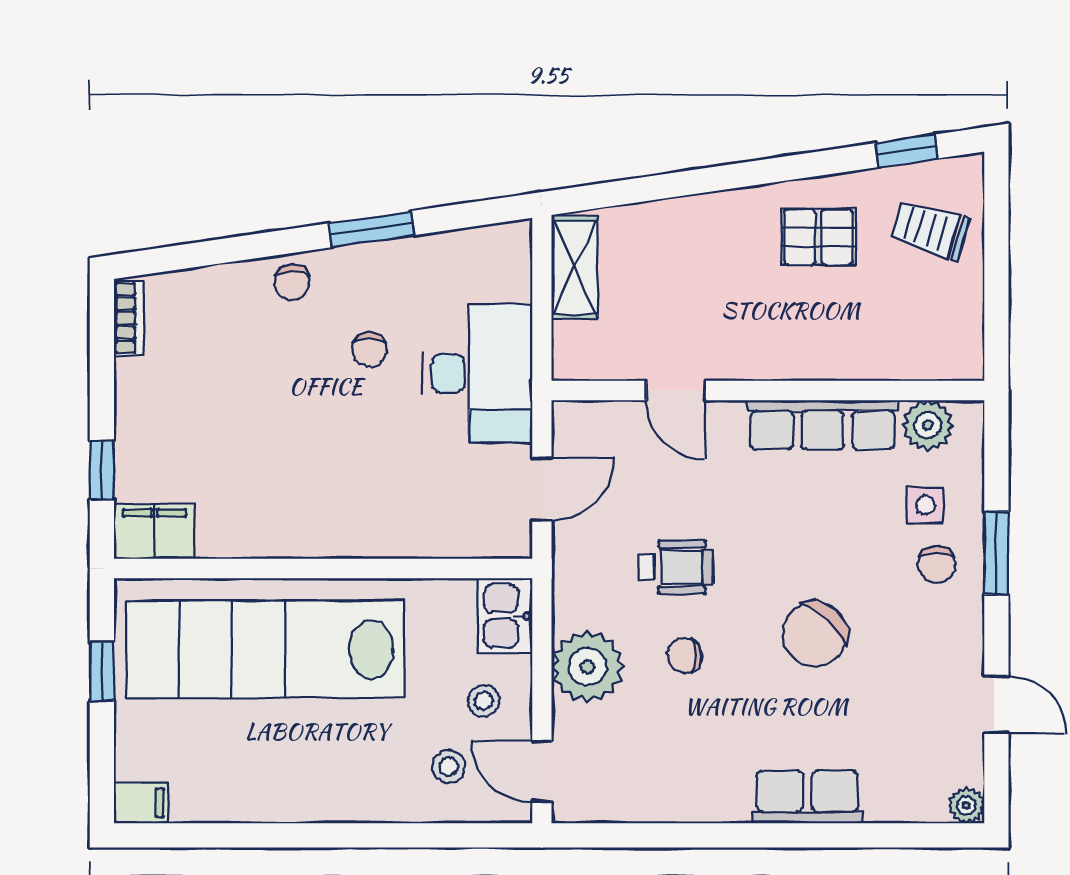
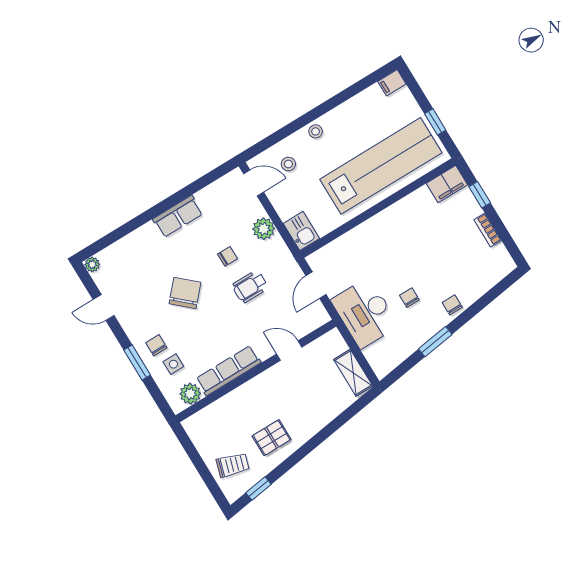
bookcase: (129, 318) -> (488, 230), moved
plant: (588, 667) -> (264, 229), width x0.73, depth x0.73
stool: (484, 701) -> (316, 131), moved
row of seats: (808, 797) -> (178, 216), moved

